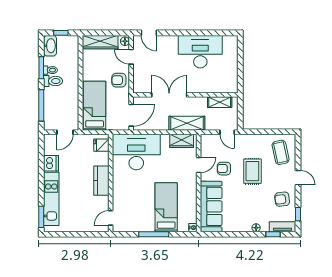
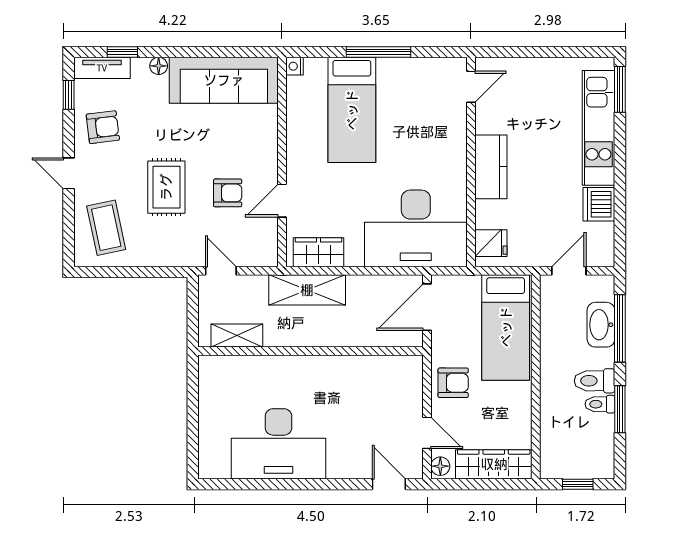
washbasin: (50, 46) -> (601, 325), moved
double door: (169, 95) -> (345, 351), removed
sofa: (211, 206) -> (224, 80), moved, turned -90

